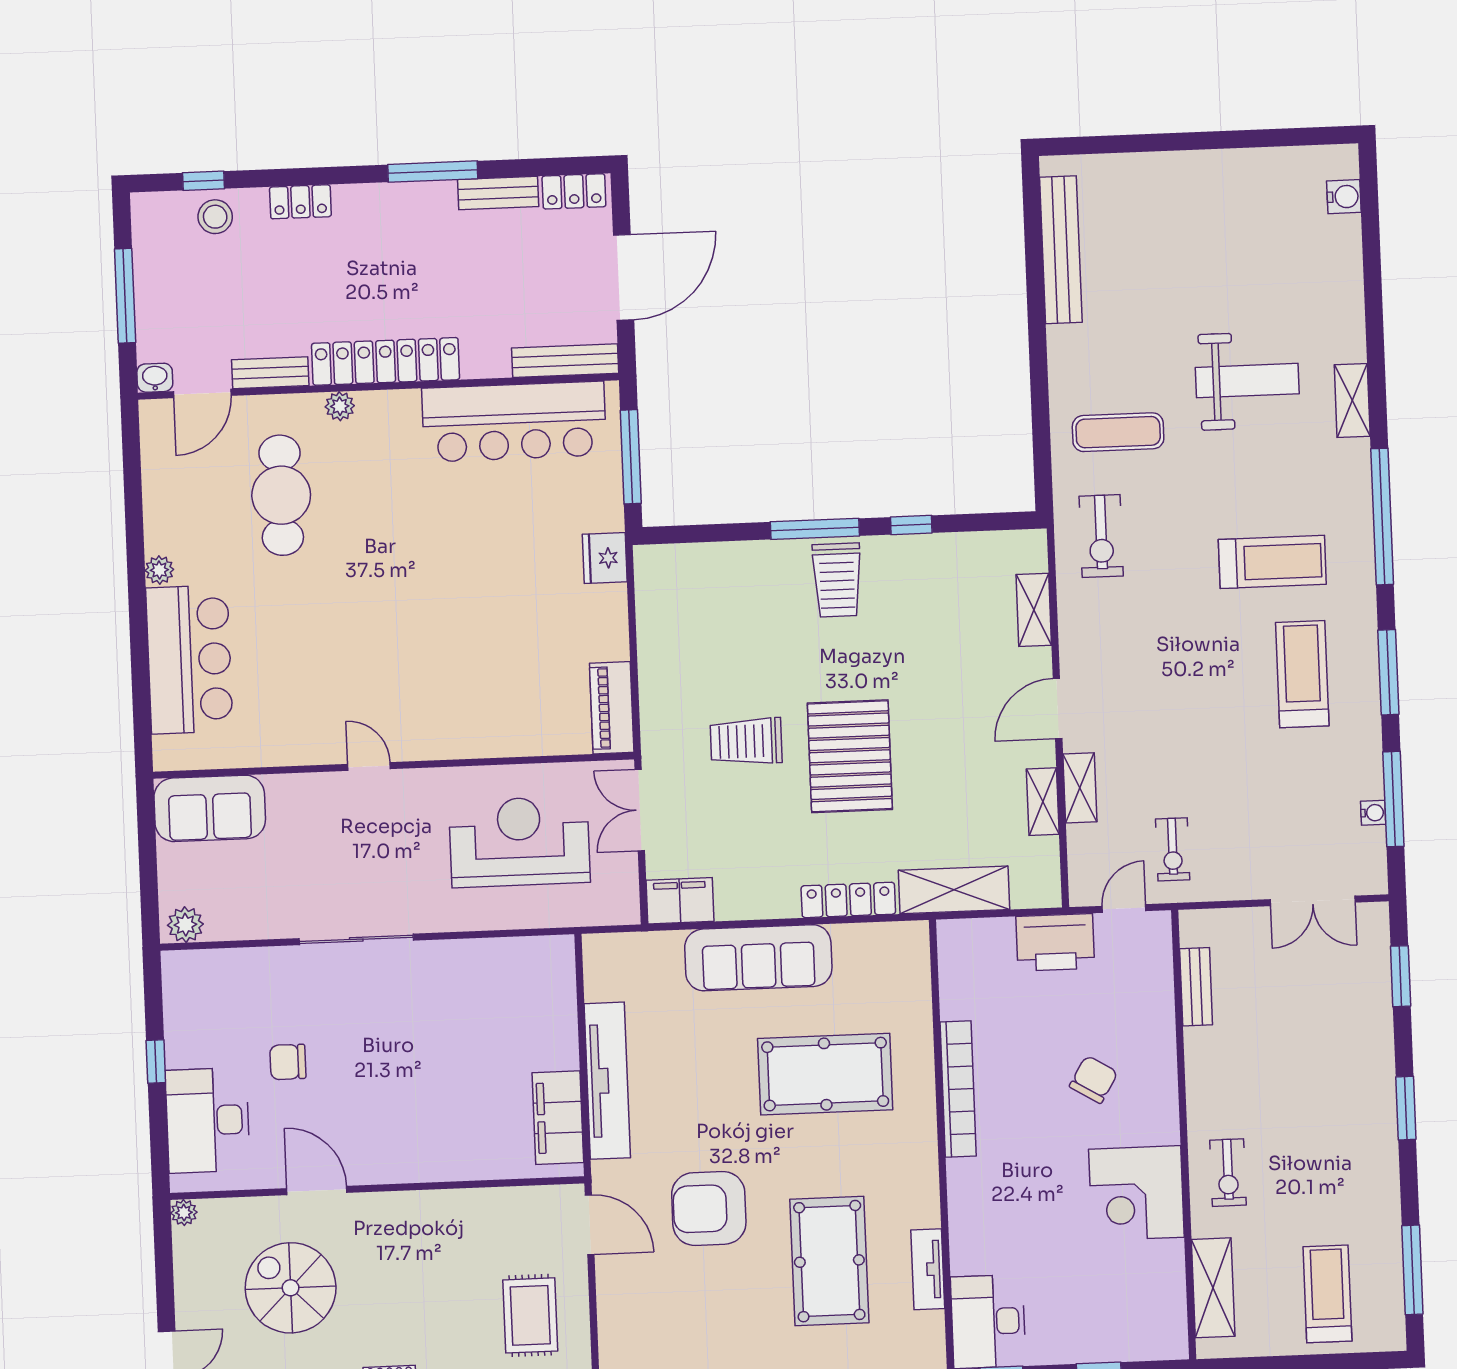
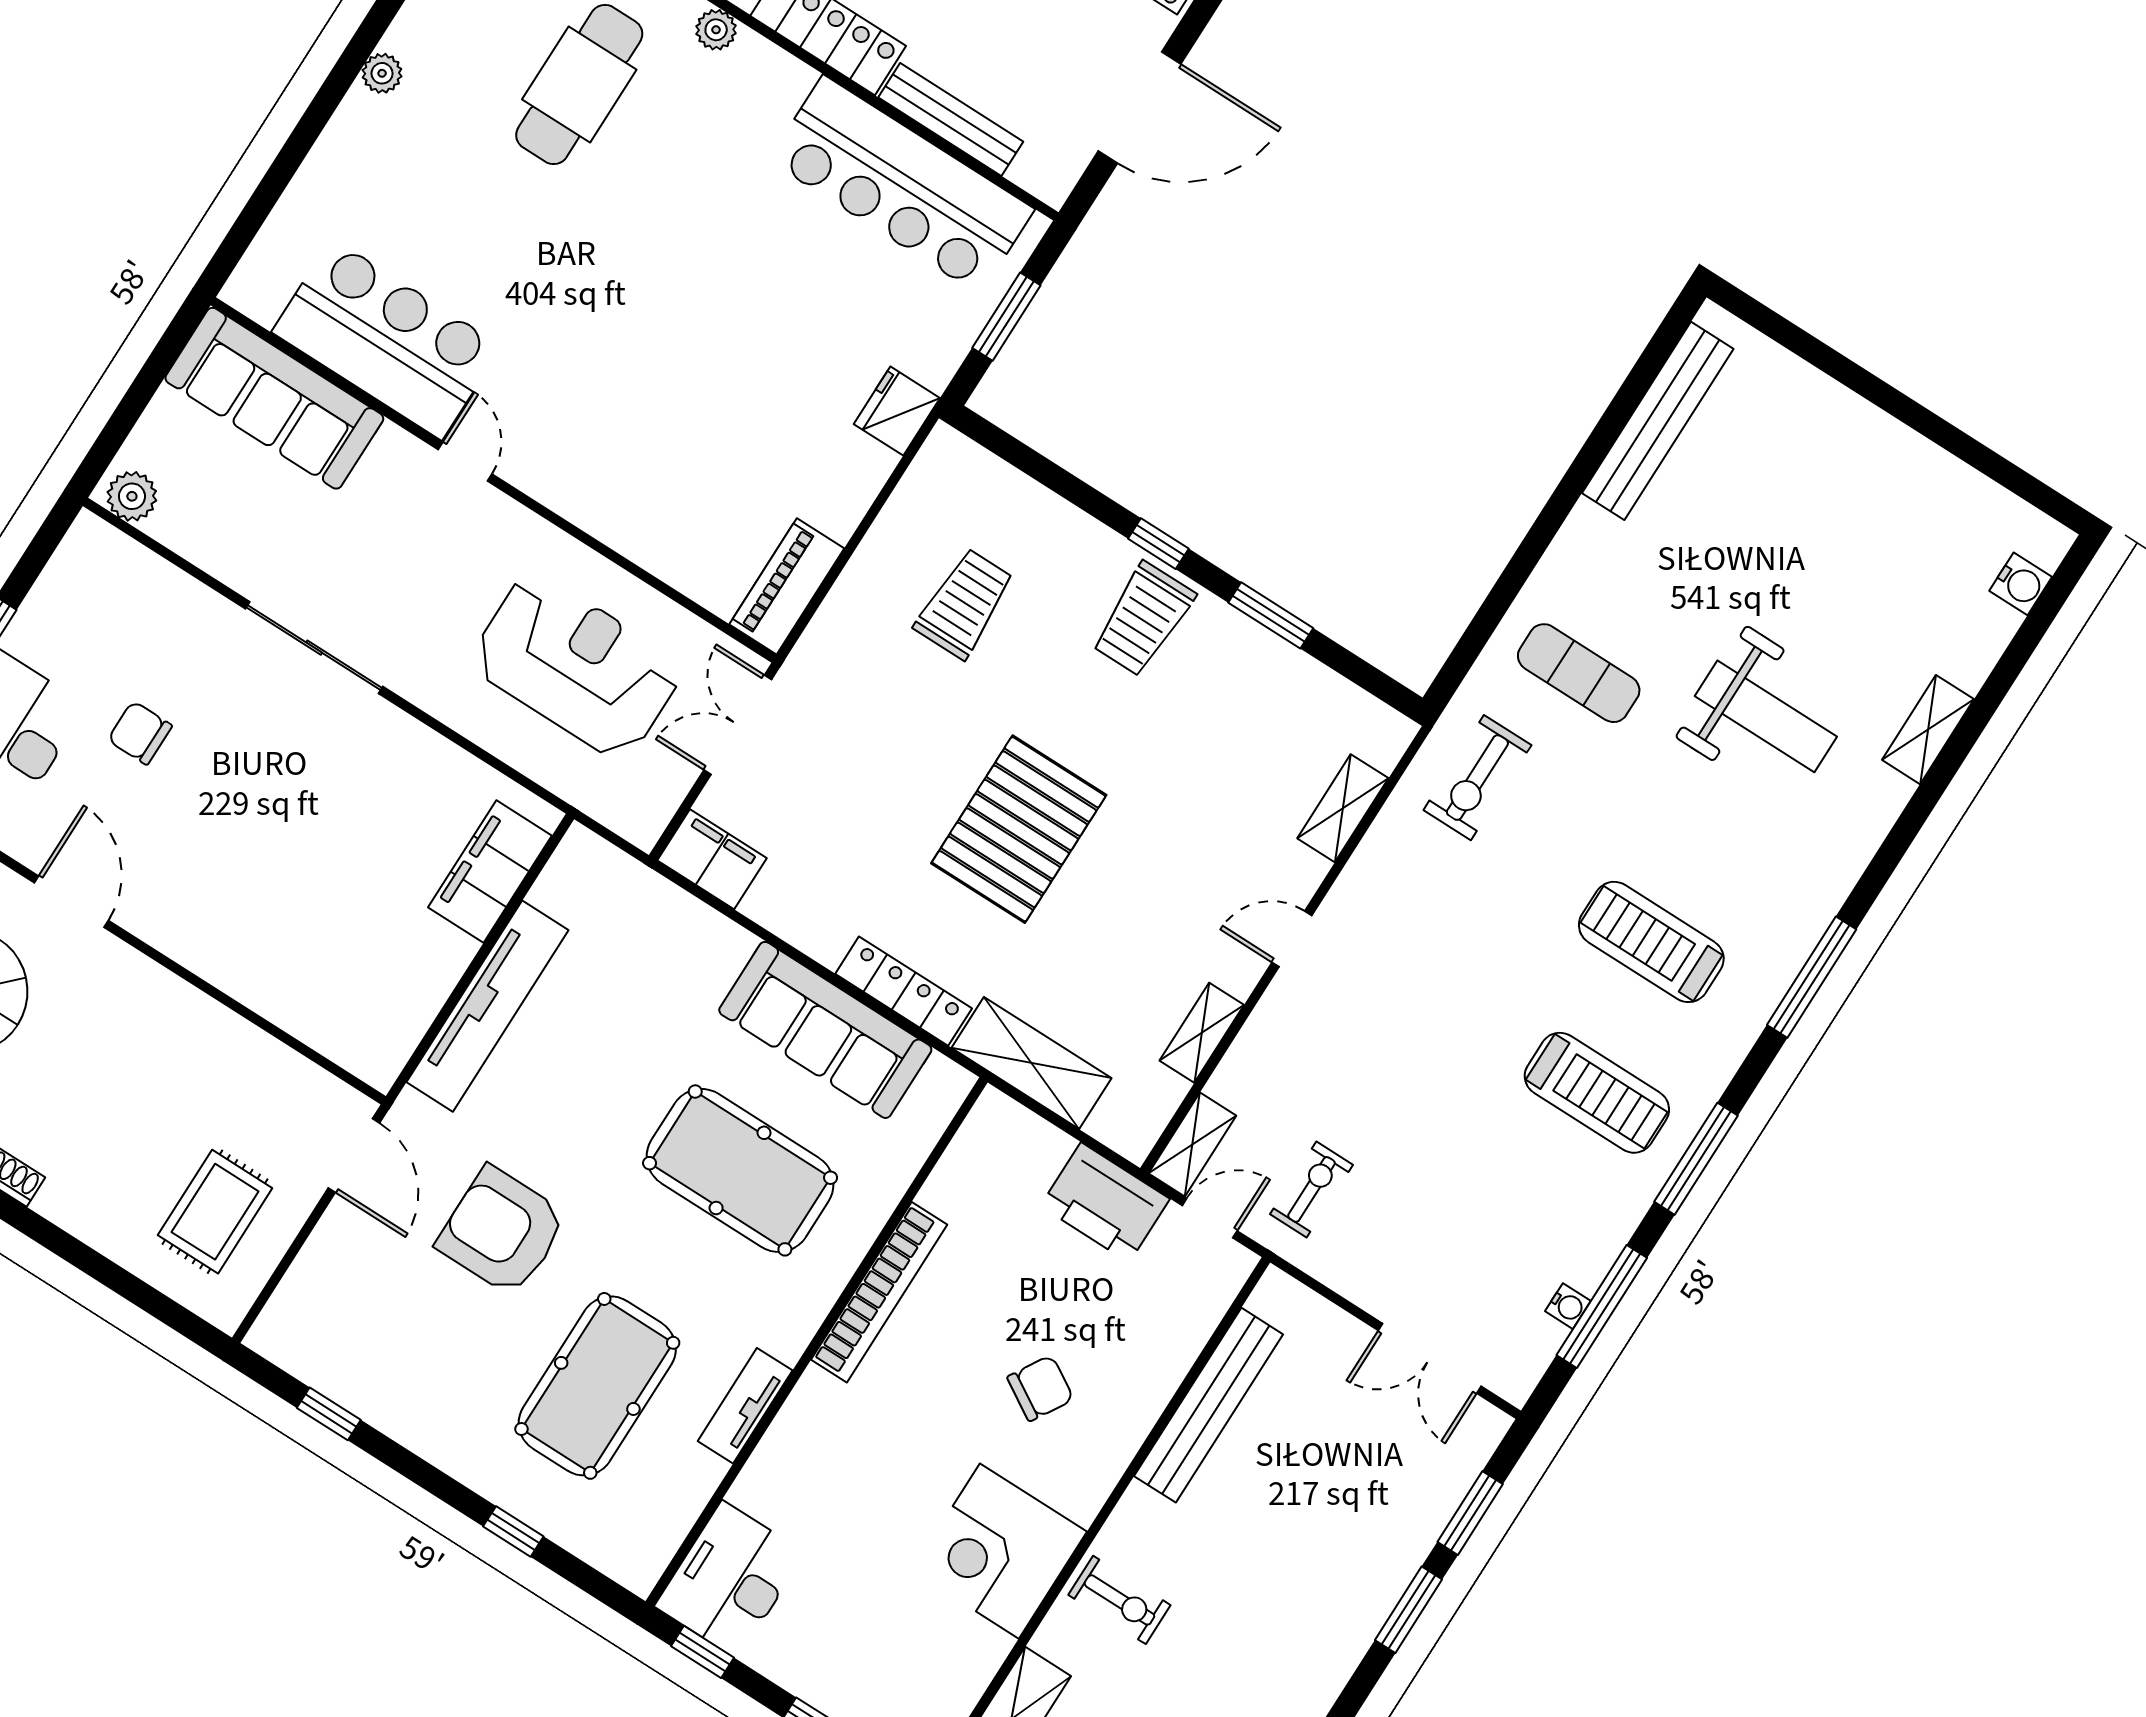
bench: (565, 361) -> (951, 119), moved
shelving: (1352, 401) -> (1928, 730), moved
window: (631, 457) -> (1006, 317), width x0.69
window: (1382, 517) -> (1812, 977), width x0.68
window: (911, 525) -> (1271, 615), width x1.50
window: (815, 529) -> (1158, 544), width x0.46
treadmill: (1272, 562) -> (1651, 942), turned 180
bar counter: (189, 659) -> (387, 339), moved, turned -90
treadmill: (1302, 674) -> (1597, 1093), turned 90
door: (1058, 709) -> (1292, 939), width x0.73
trolley: (746, 741) -> (964, 604), moved, turned 90
shelving: (1080, 788) -> (1192, 1145), moved
sofa: (210, 808) -> (274, 398), width x1.36
exercise bike: (1173, 849) -> (1311, 1189), turned 180
sofa: (758, 958) -> (825, 1030), moved
bench: (1196, 987) -> (1209, 1405), width x1.86, depth x1.21
window: (1406, 1108) -> (1409, 1610), moved
filing cabinet: (558, 1118) -> (490, 872), moved
exercise bike: (1228, 1173) -> (1119, 1600), turned -90
tv unit: (928, 1269) -> (745, 1406), moved

